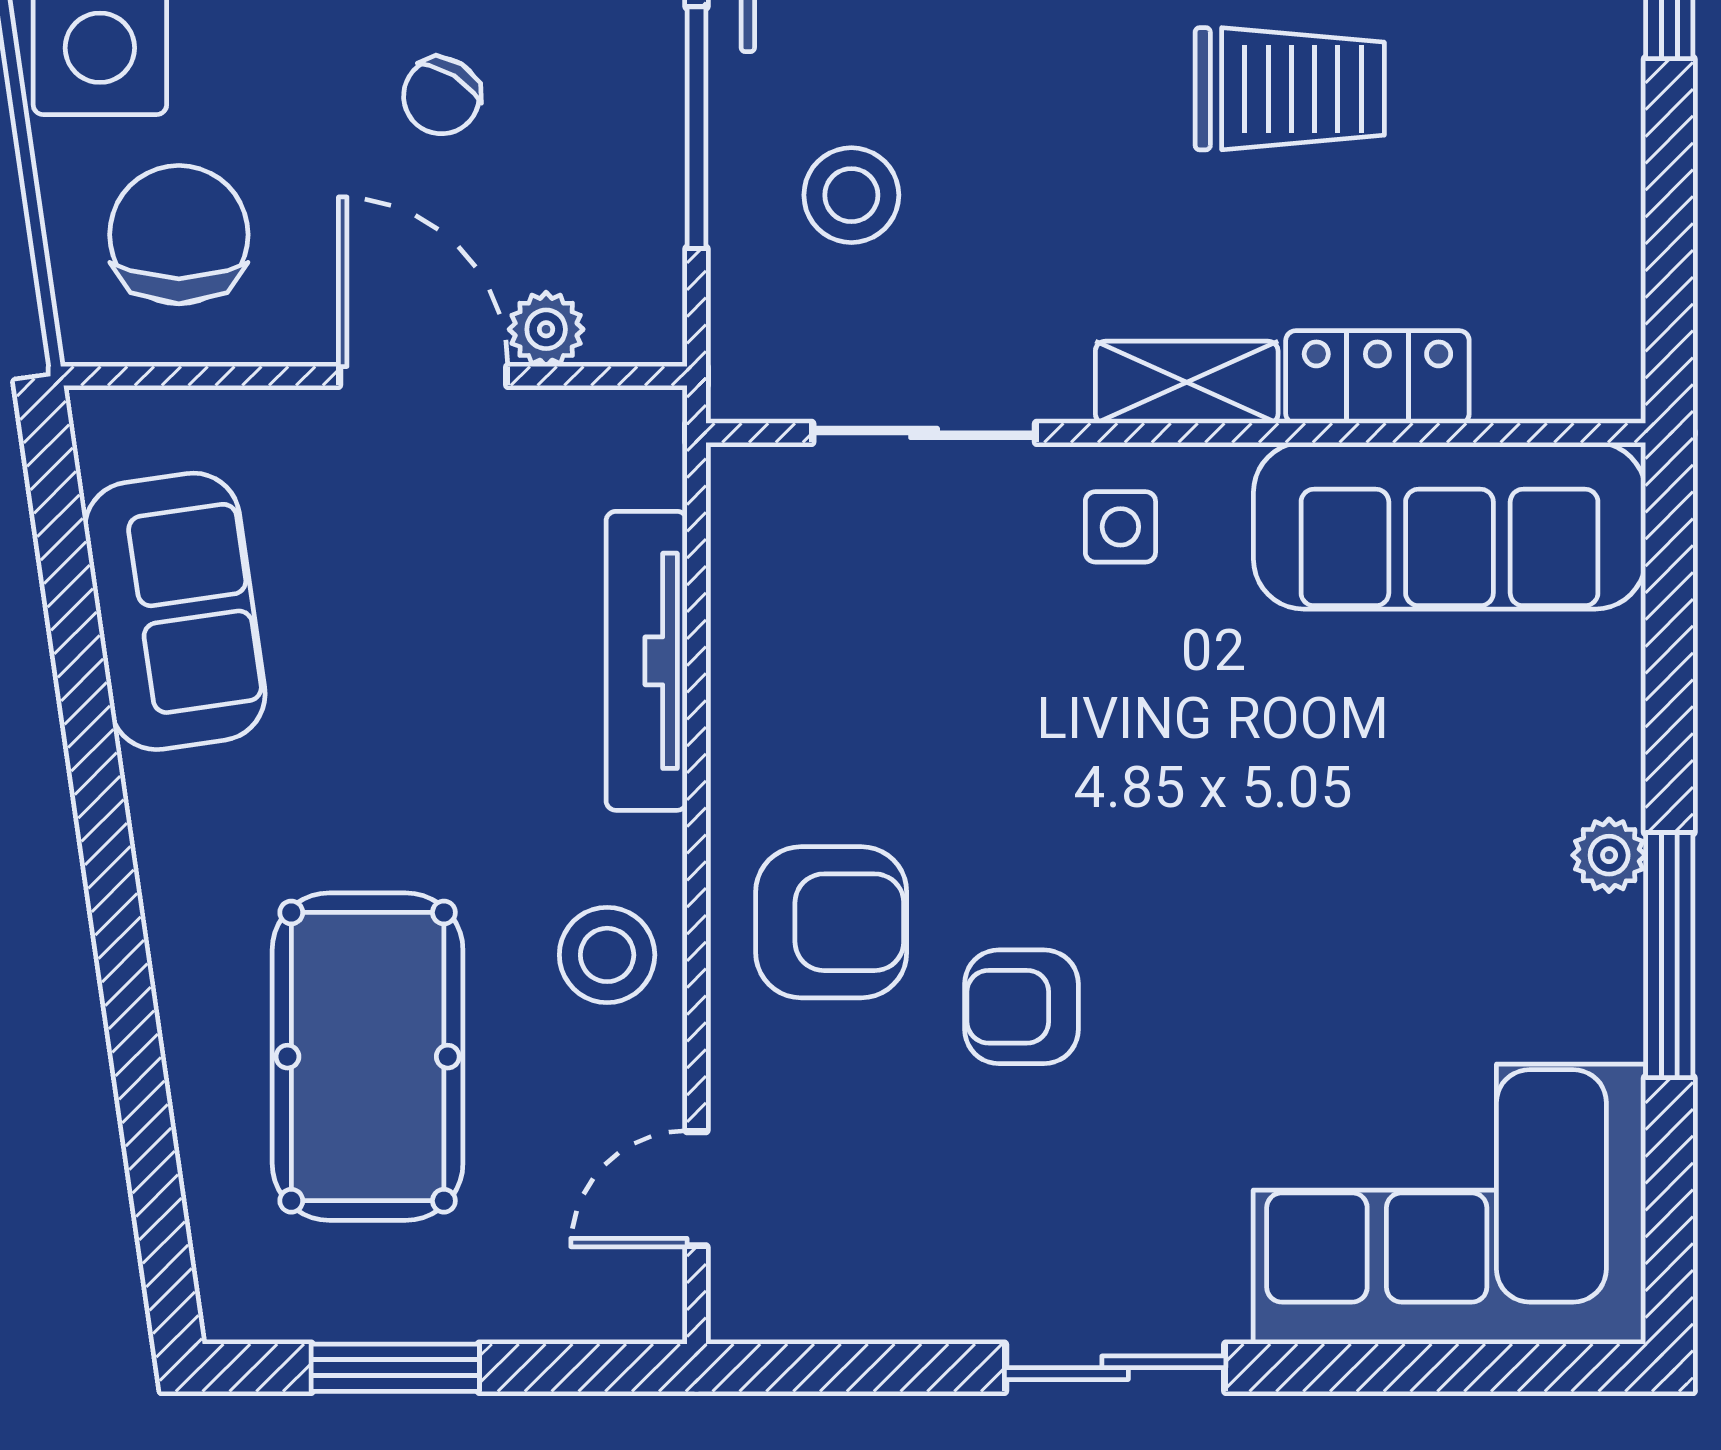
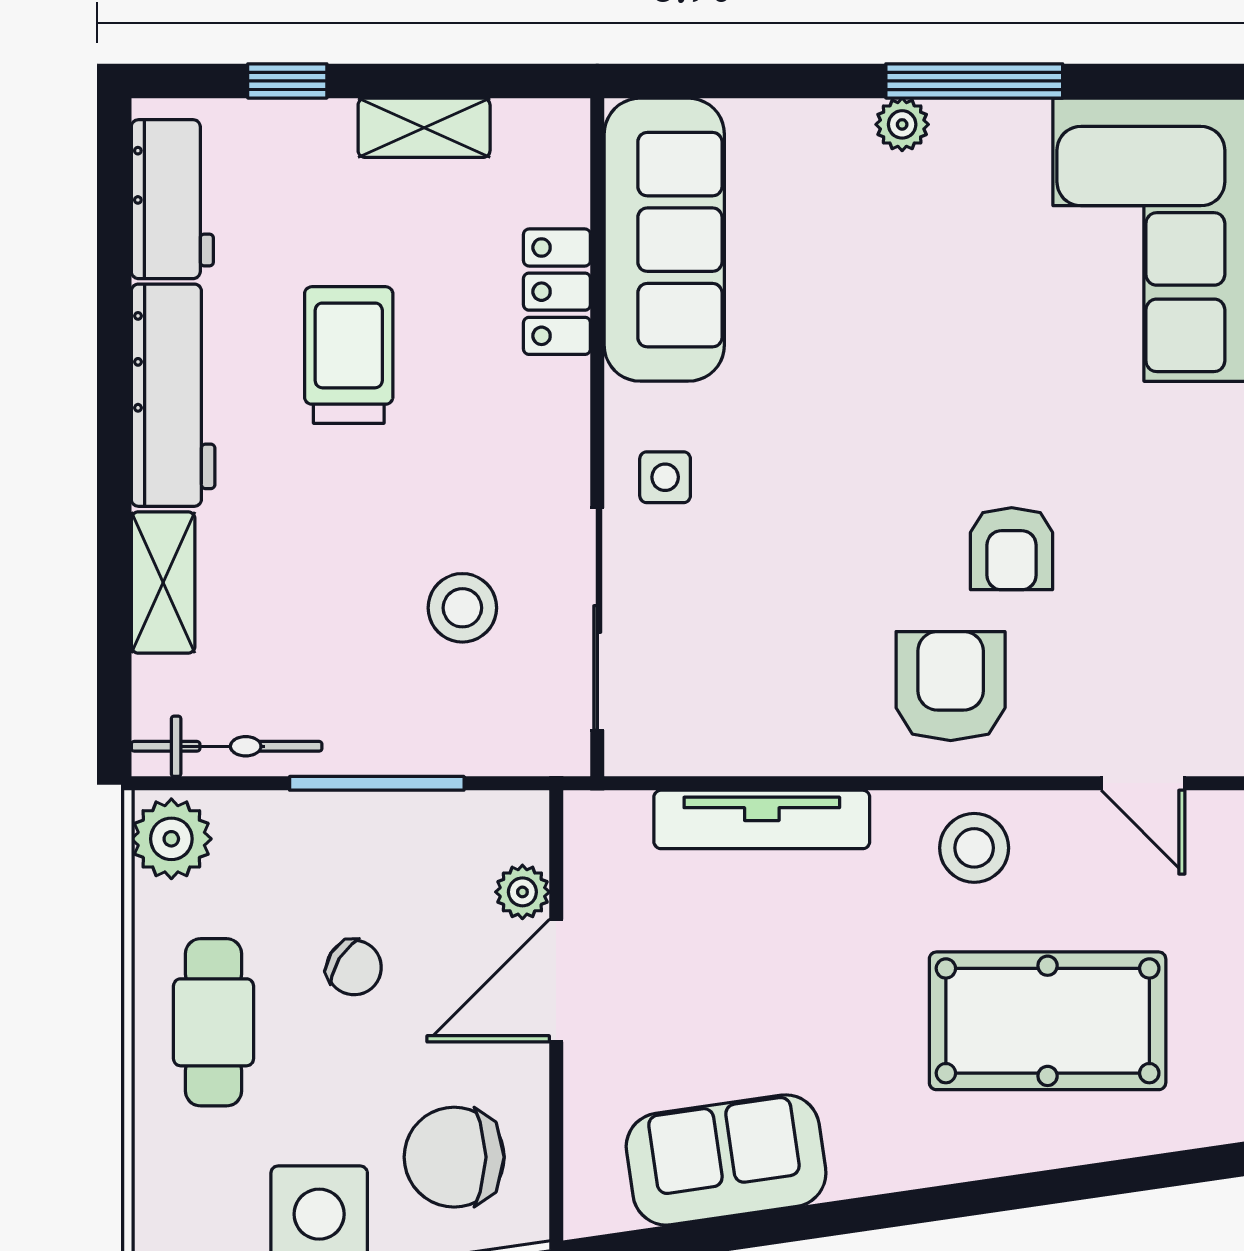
stool: (851, 195) -> (462, 608), moved
shelving: (1187, 382) -> (424, 128), moved, turned 90
sliding door: (924, 433) -> (597, 619), width x1.37

